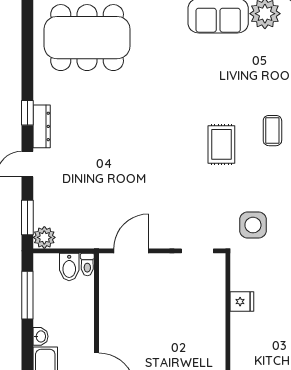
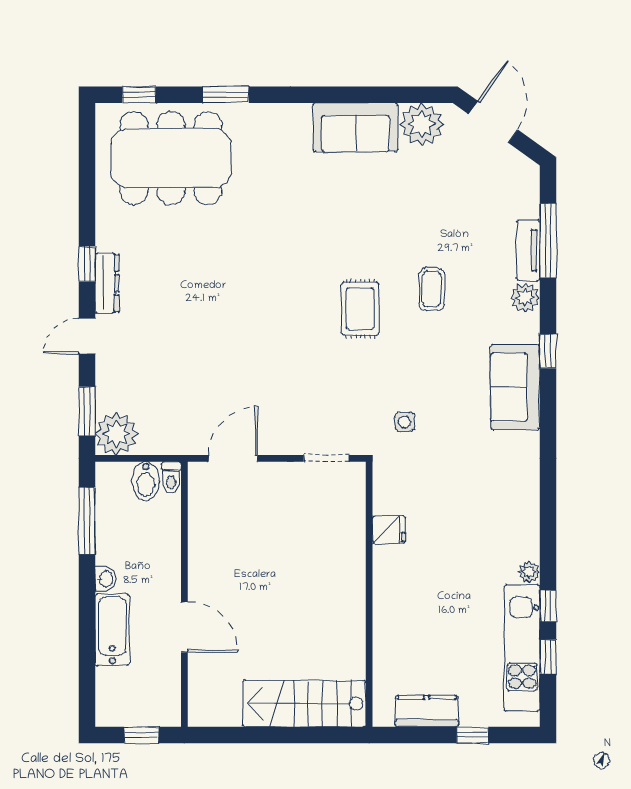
side table: (253, 225) -> (405, 422), width x0.54, depth x0.54
plant: (44, 237) -> (116, 434), width x1.36, depth x1.36

